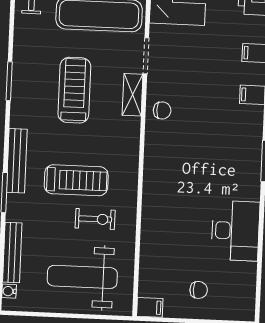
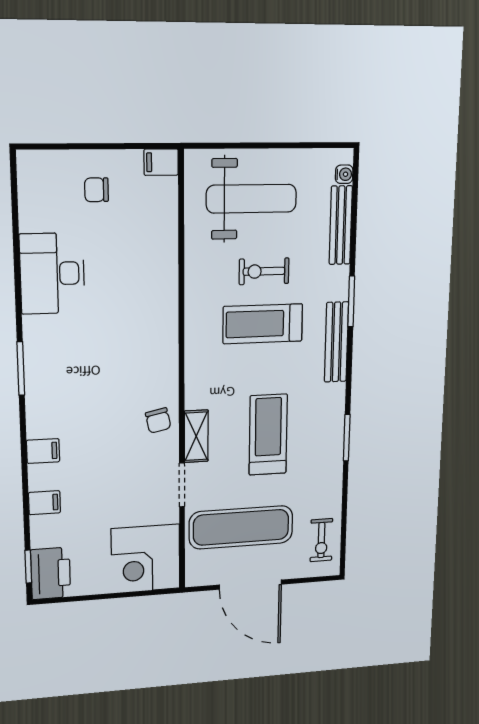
treadmill: (74, 90) -> (268, 435), turned 180
chair: (162, 110) -> (158, 420), turned -102
exercise bike: (95, 219) -> (264, 271), moved

